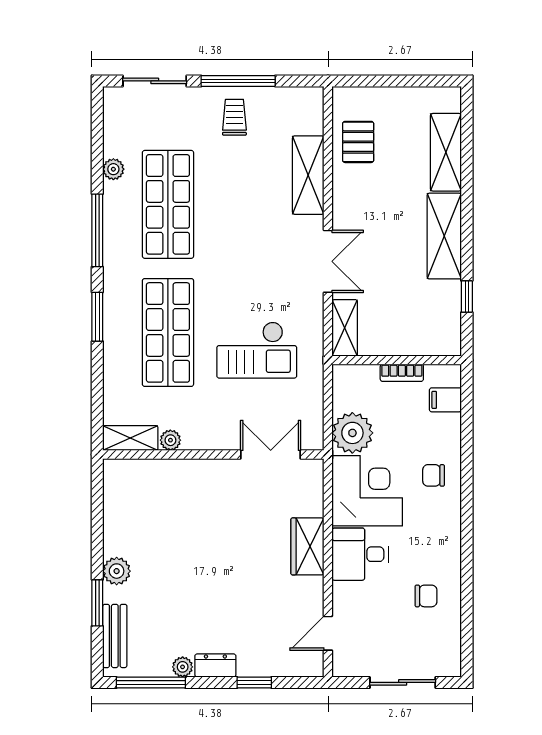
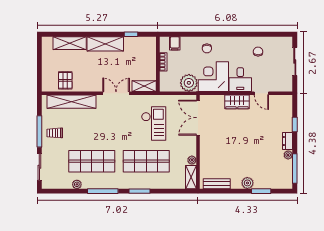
pallet: (358, 142) -> (65, 80), turned 90
shelving: (308, 175) -> (72, 102), width x1.47
double door: (271, 455) -> (198, 118), width x1.37
door: (328, 633) -> (261, 93), moved
bench: (115, 636) -> (217, 184), moved

